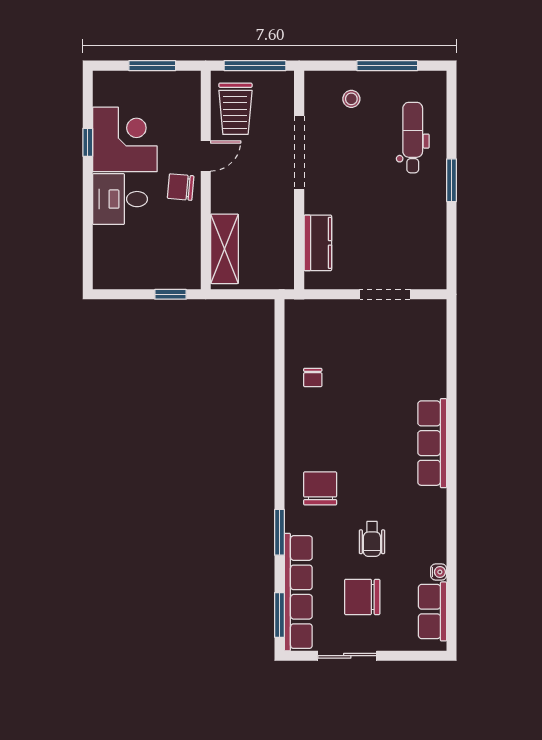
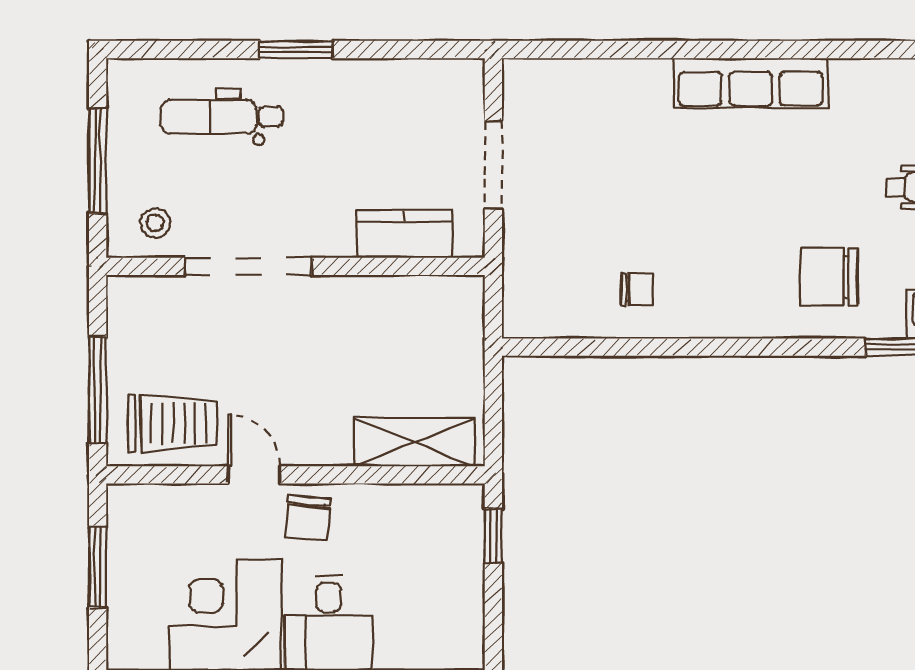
doorway: (299, 153) -> (248, 266), moved
wall: (299, 180) -> (296, 266), moved
kitchen counter: (318, 243) -> (404, 234), moved

